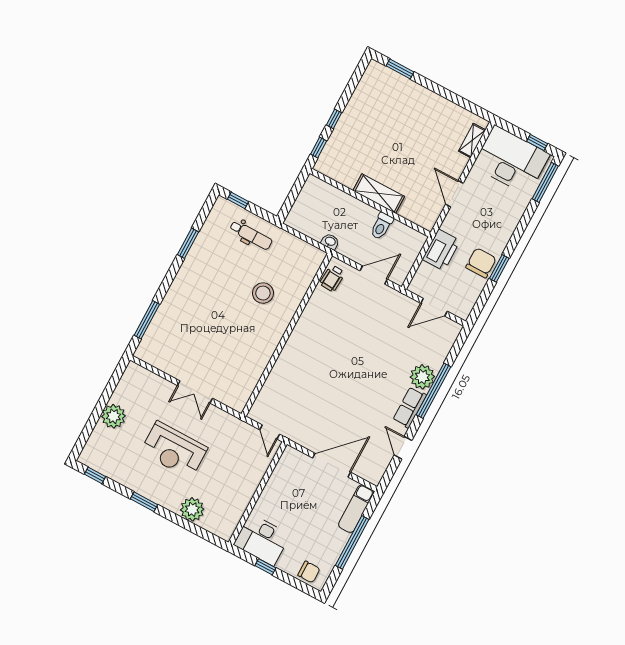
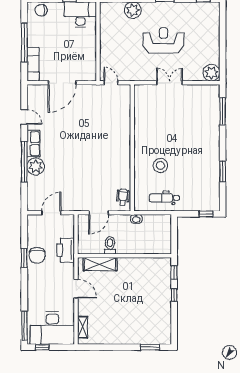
shelving: (379, 194) -> (100, 264), moved
dental chair: (251, 235) -> (164, 198), moved
plant: (113, 416) -> (211, 73), moved

